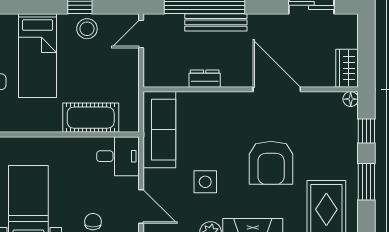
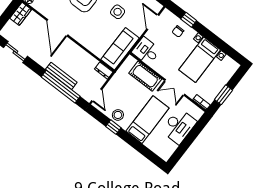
door: (141, 34) -> (97, 95), hinge flipped
dresser: (205, 79) -> (104, 71), moved
double door: (34, 134) -> (175, 87), added

